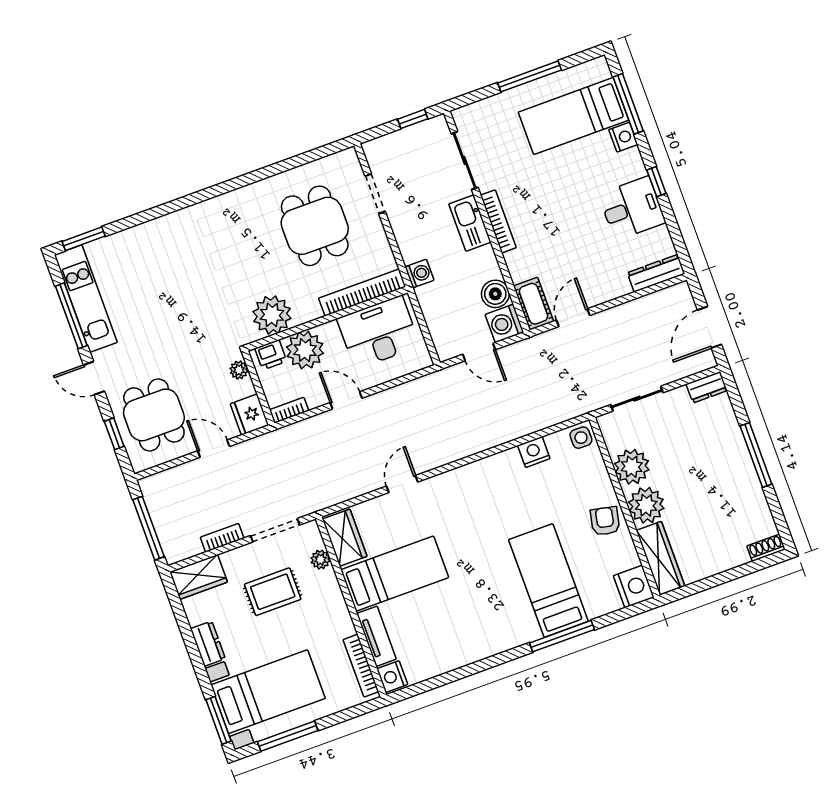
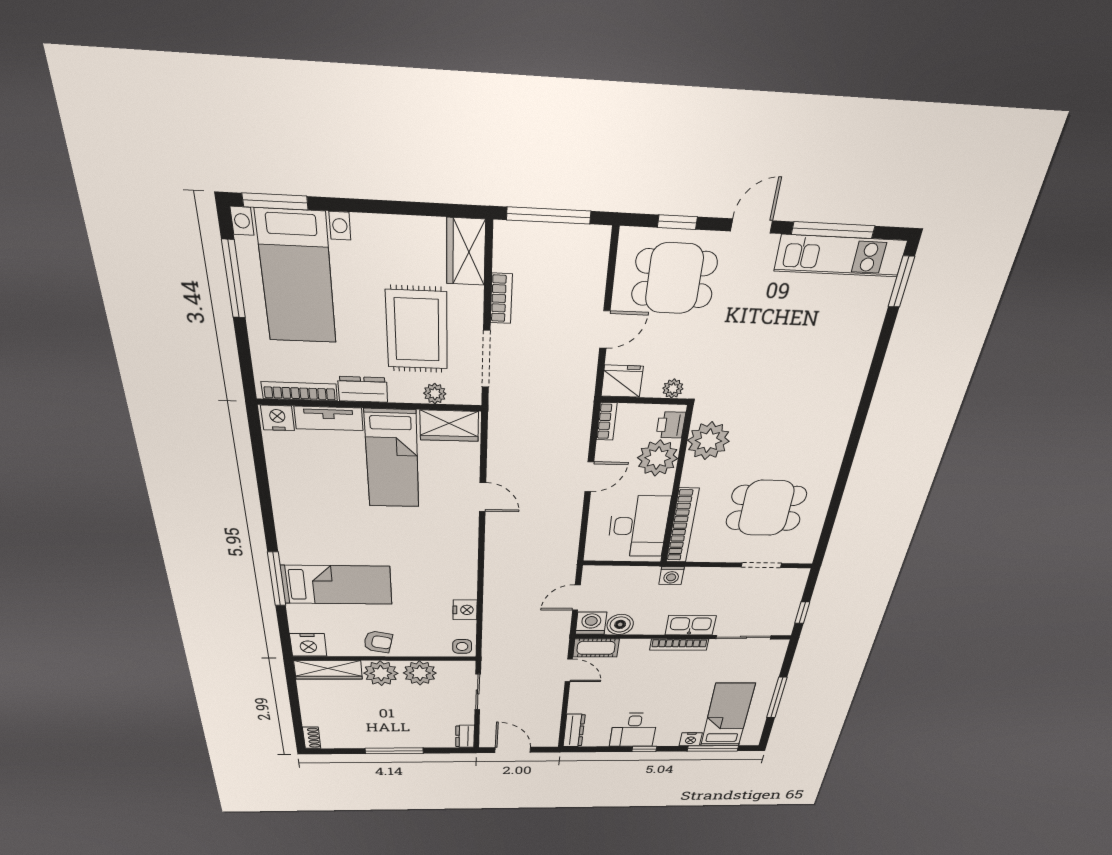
rug: (273, 592) -> (417, 330), width x1.36, depth x1.43
dresser: (208, 644) -> (363, 389), moved, turned 180

